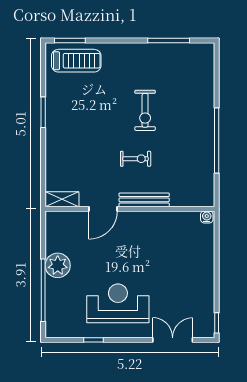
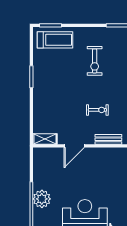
exercise bike: (145, 110) -> (95, 61), moved
bench: (144, 200) -> (108, 139), width x0.73
plant: (58, 265) -> (42, 199), moved

